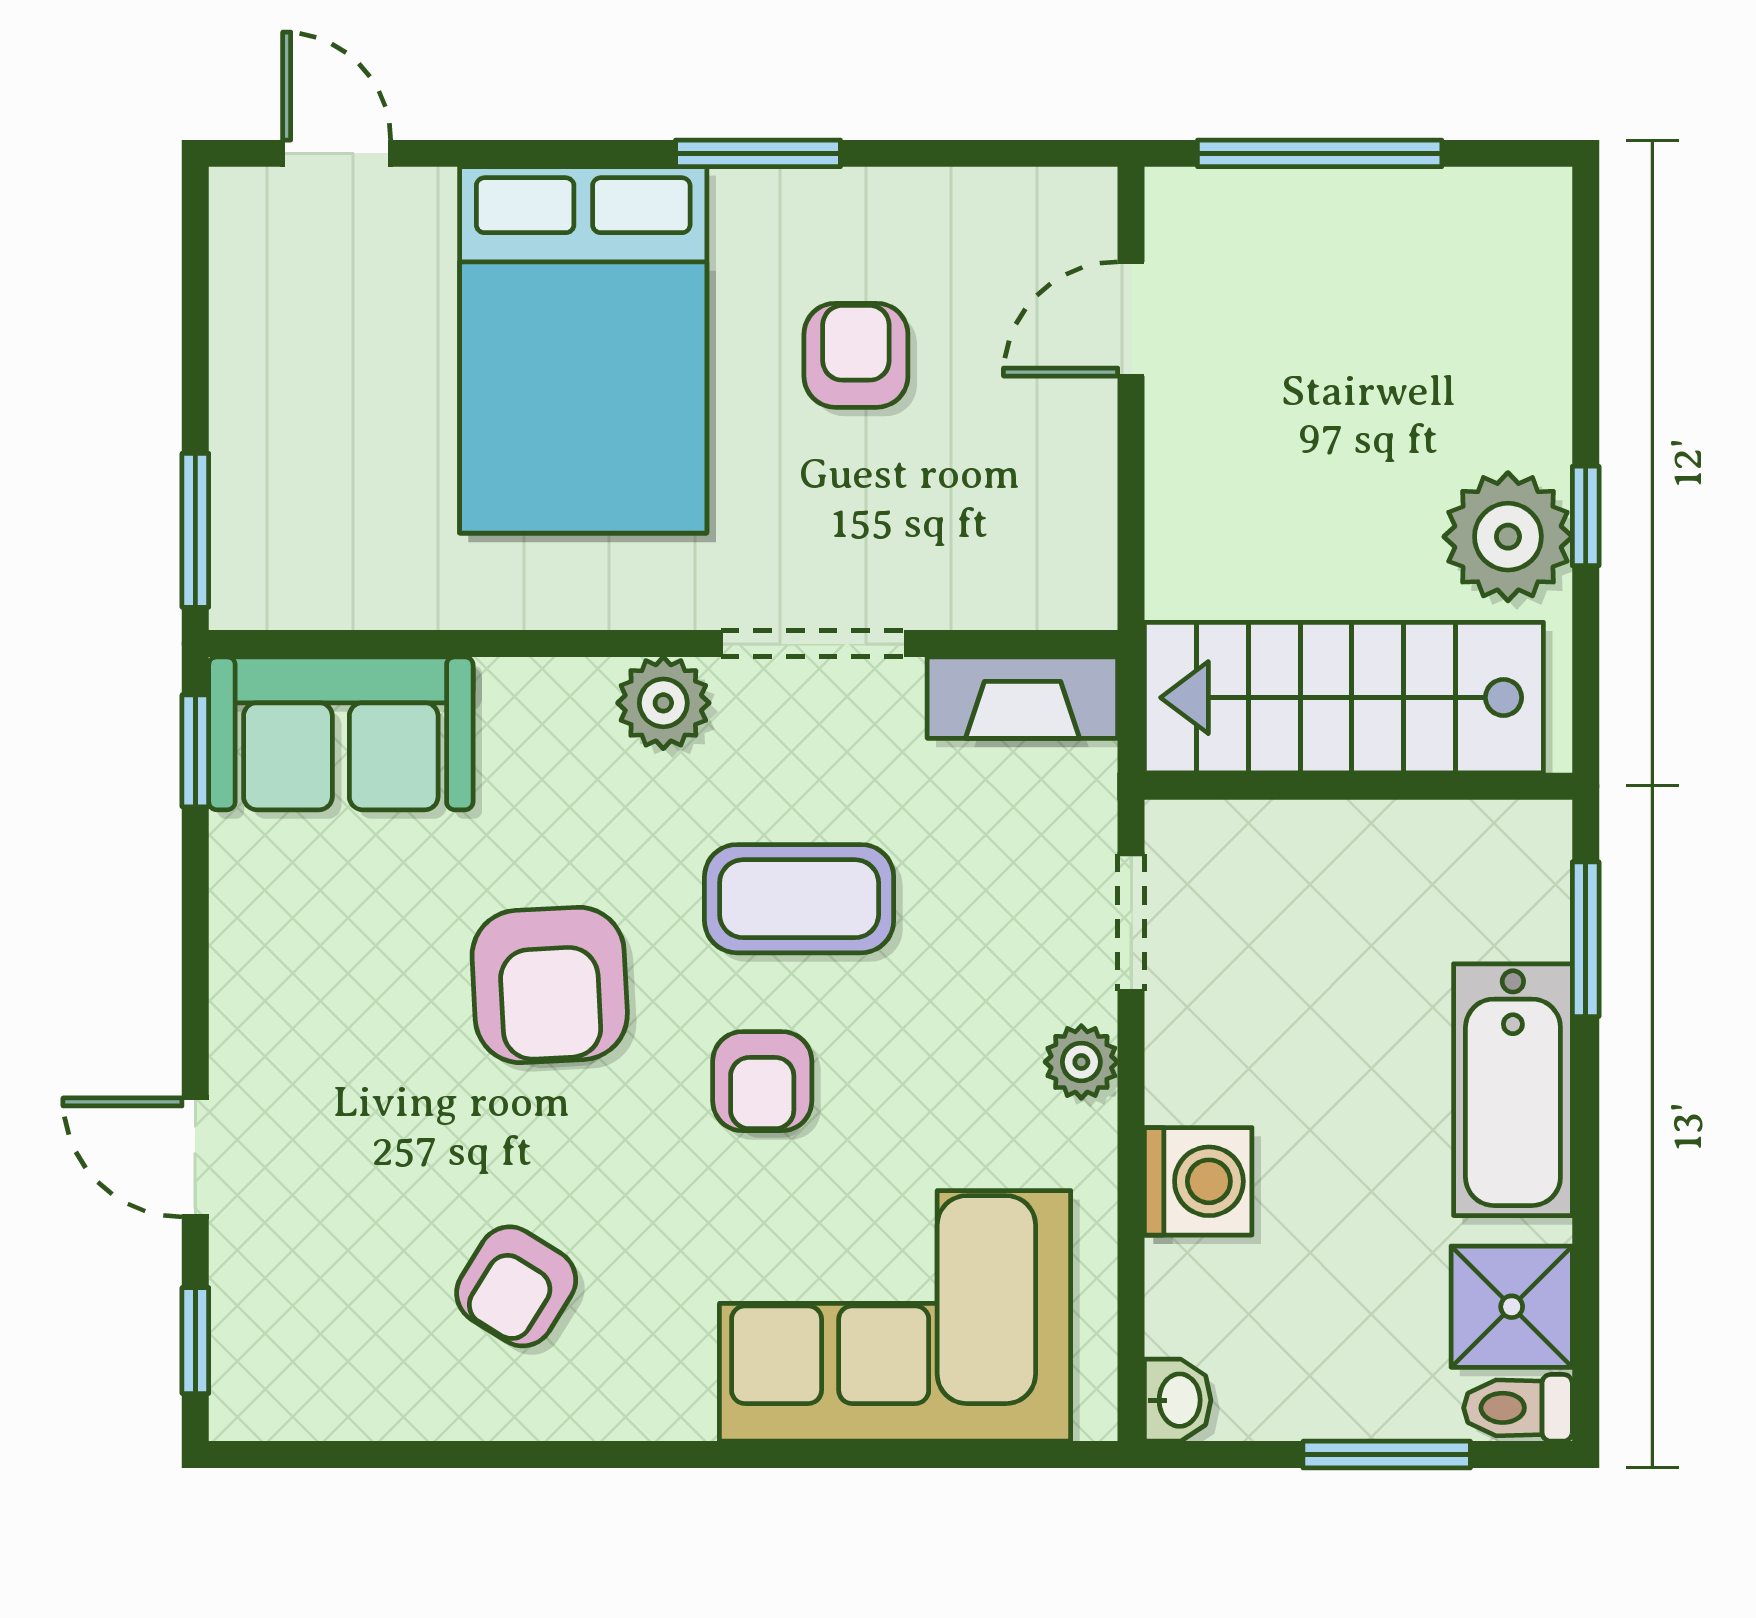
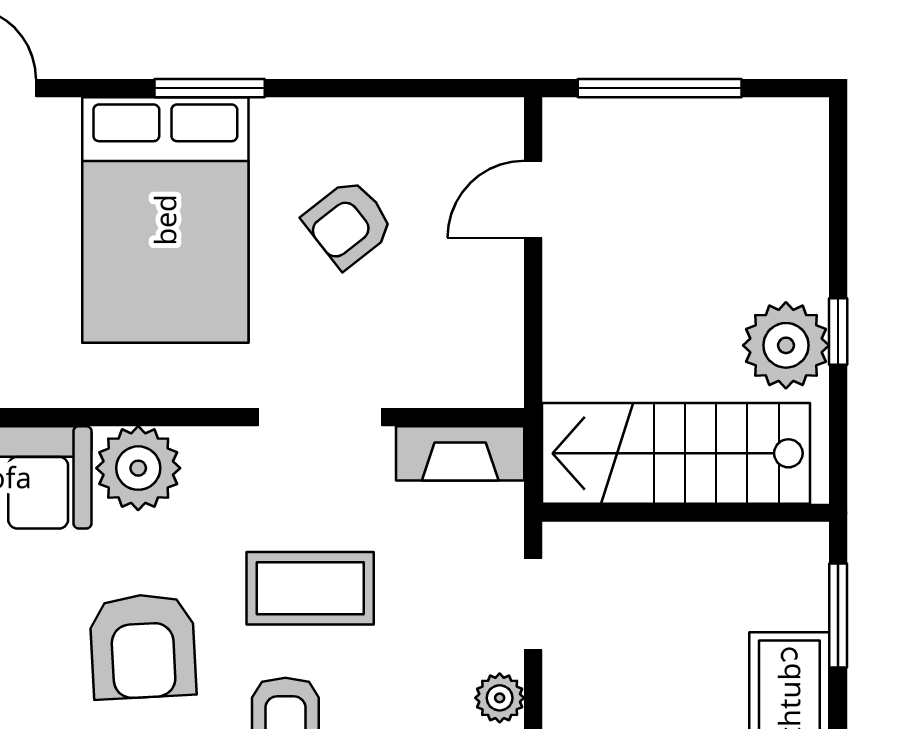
window: (758, 153) -> (210, 88), moved
armchair: (856, 355) -> (348, 224), turned -128
plant: (663, 703) -> (138, 468), moved, width x1.36, depth x1.36

